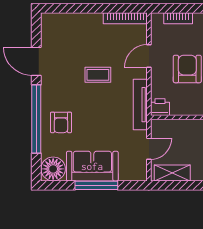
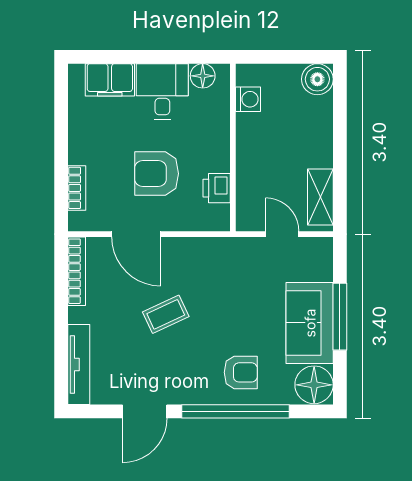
door: (149, 56) -> (136, 234), width x1.38
coffee table: (98, 75) -> (166, 314), turned 65
tv unit: (140, 105) -> (79, 365), moved, turned -90
printer: (160, 107) -> (217, 188), moved

